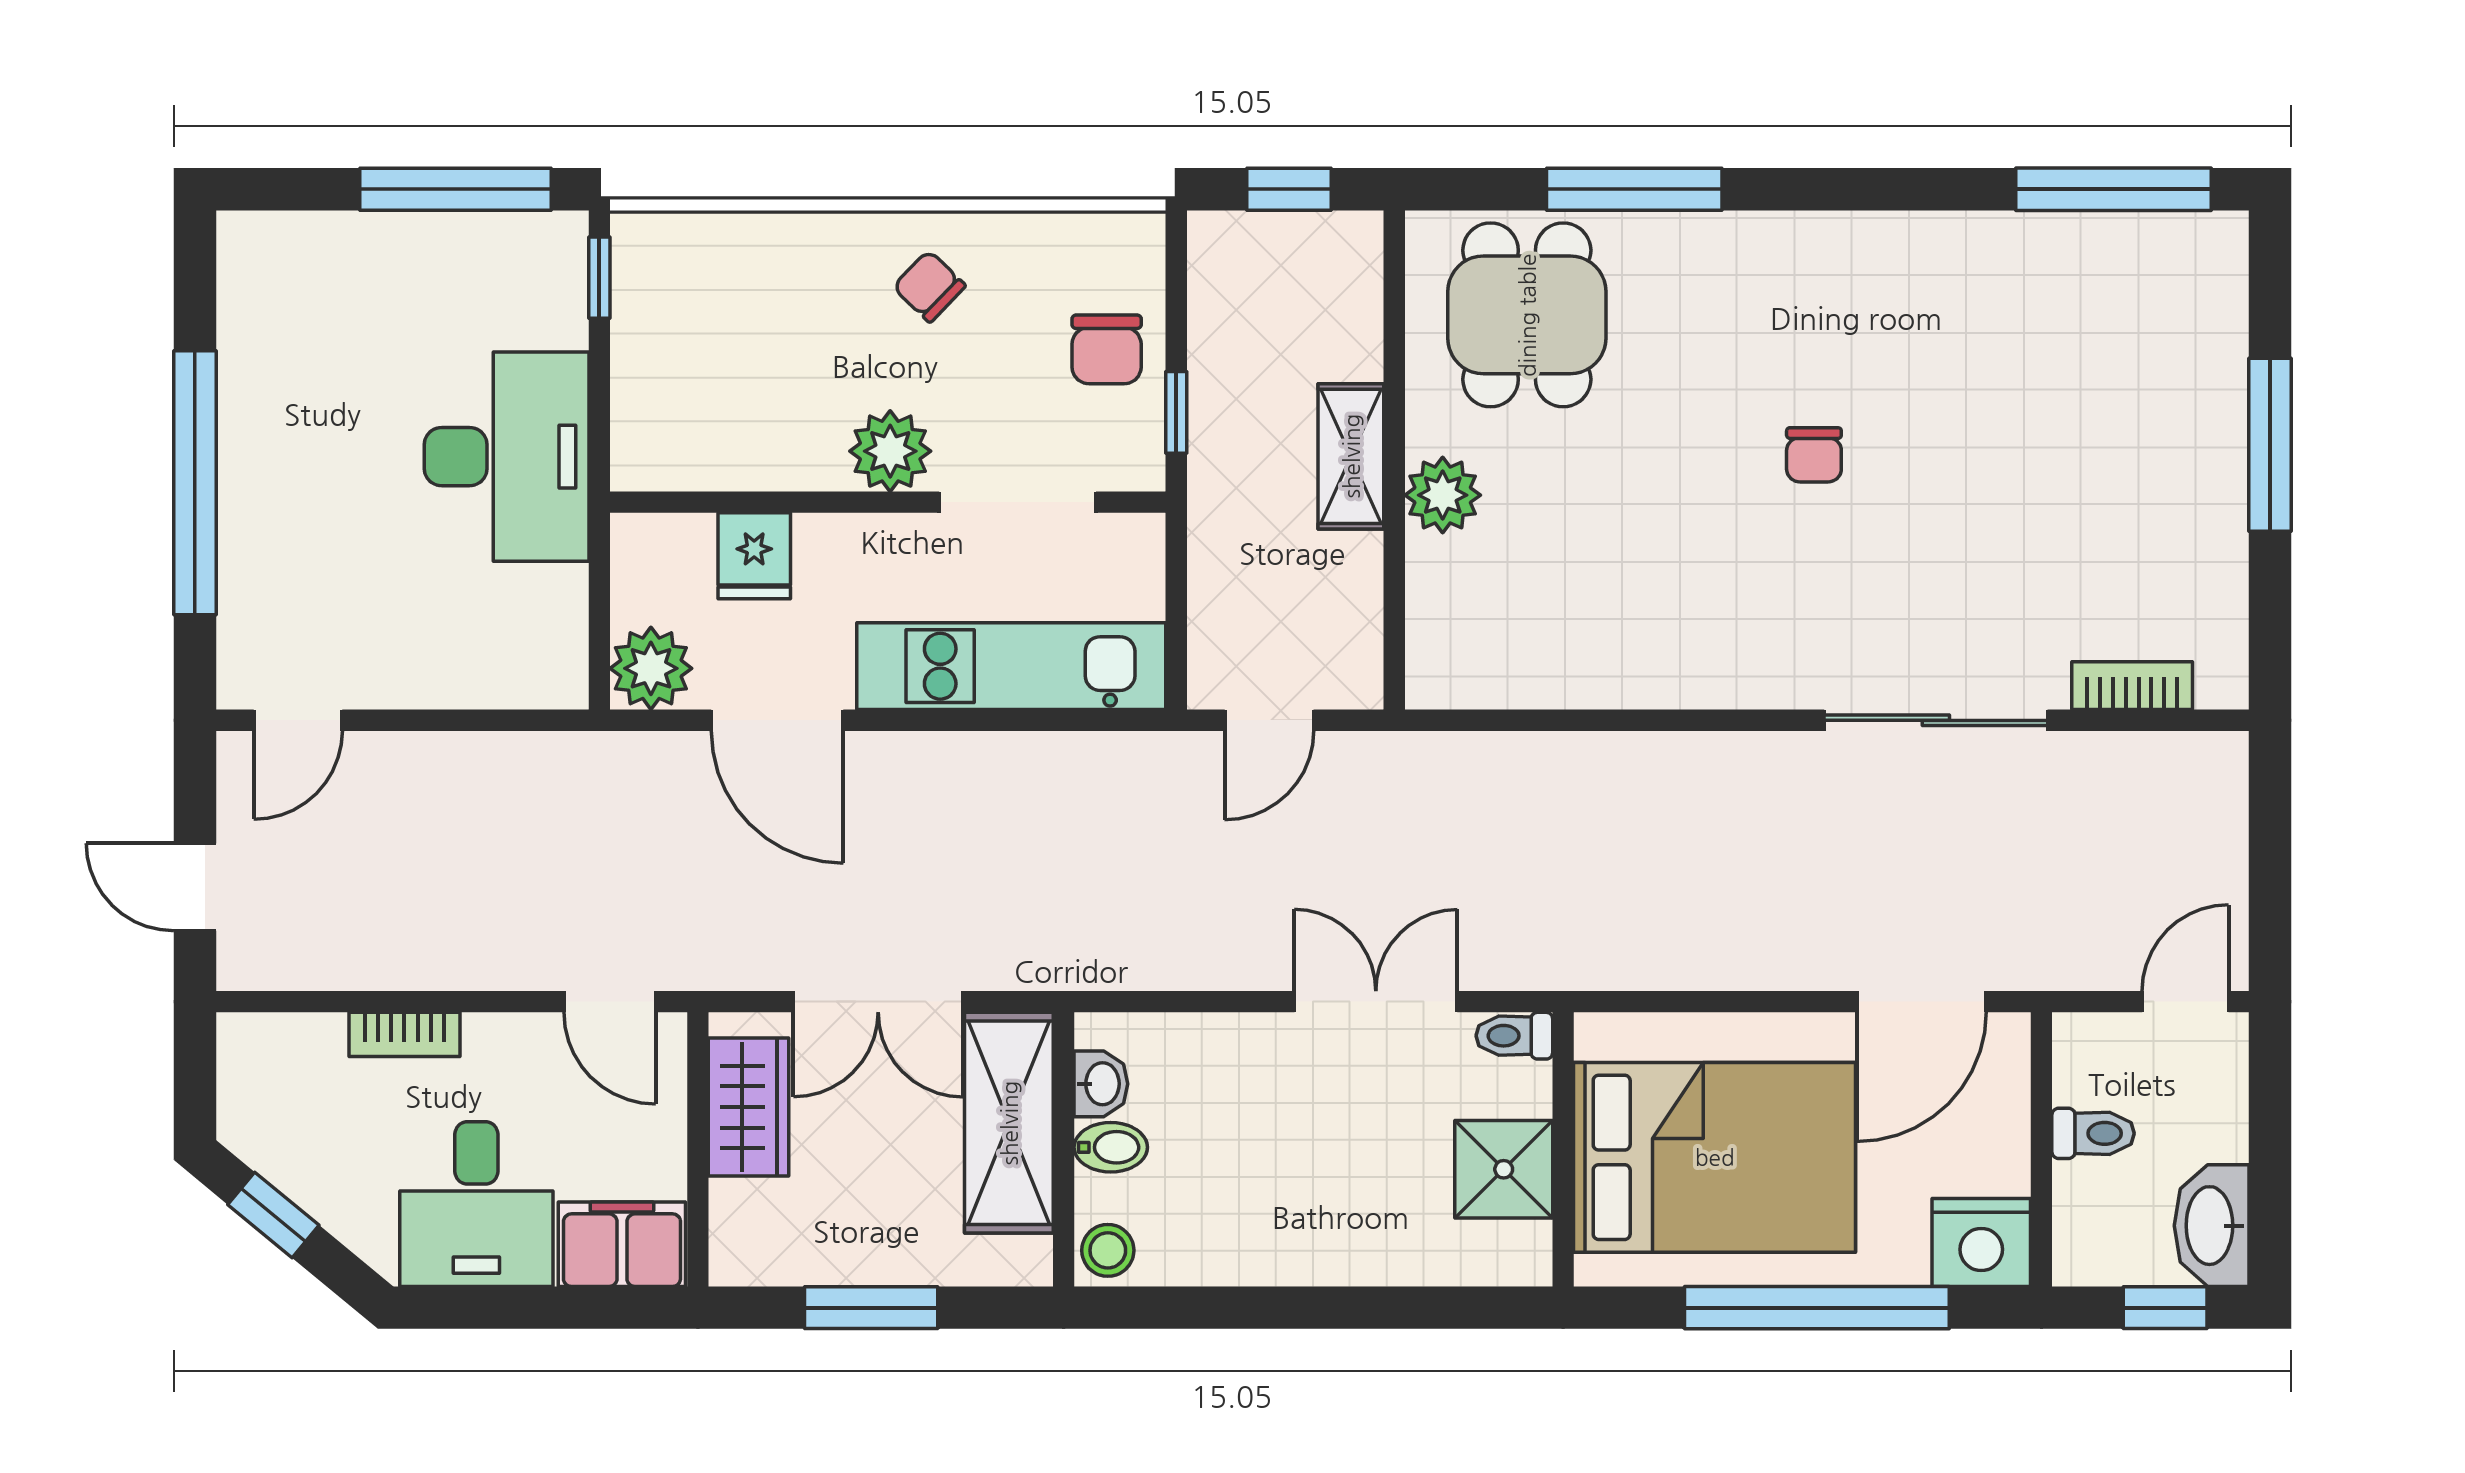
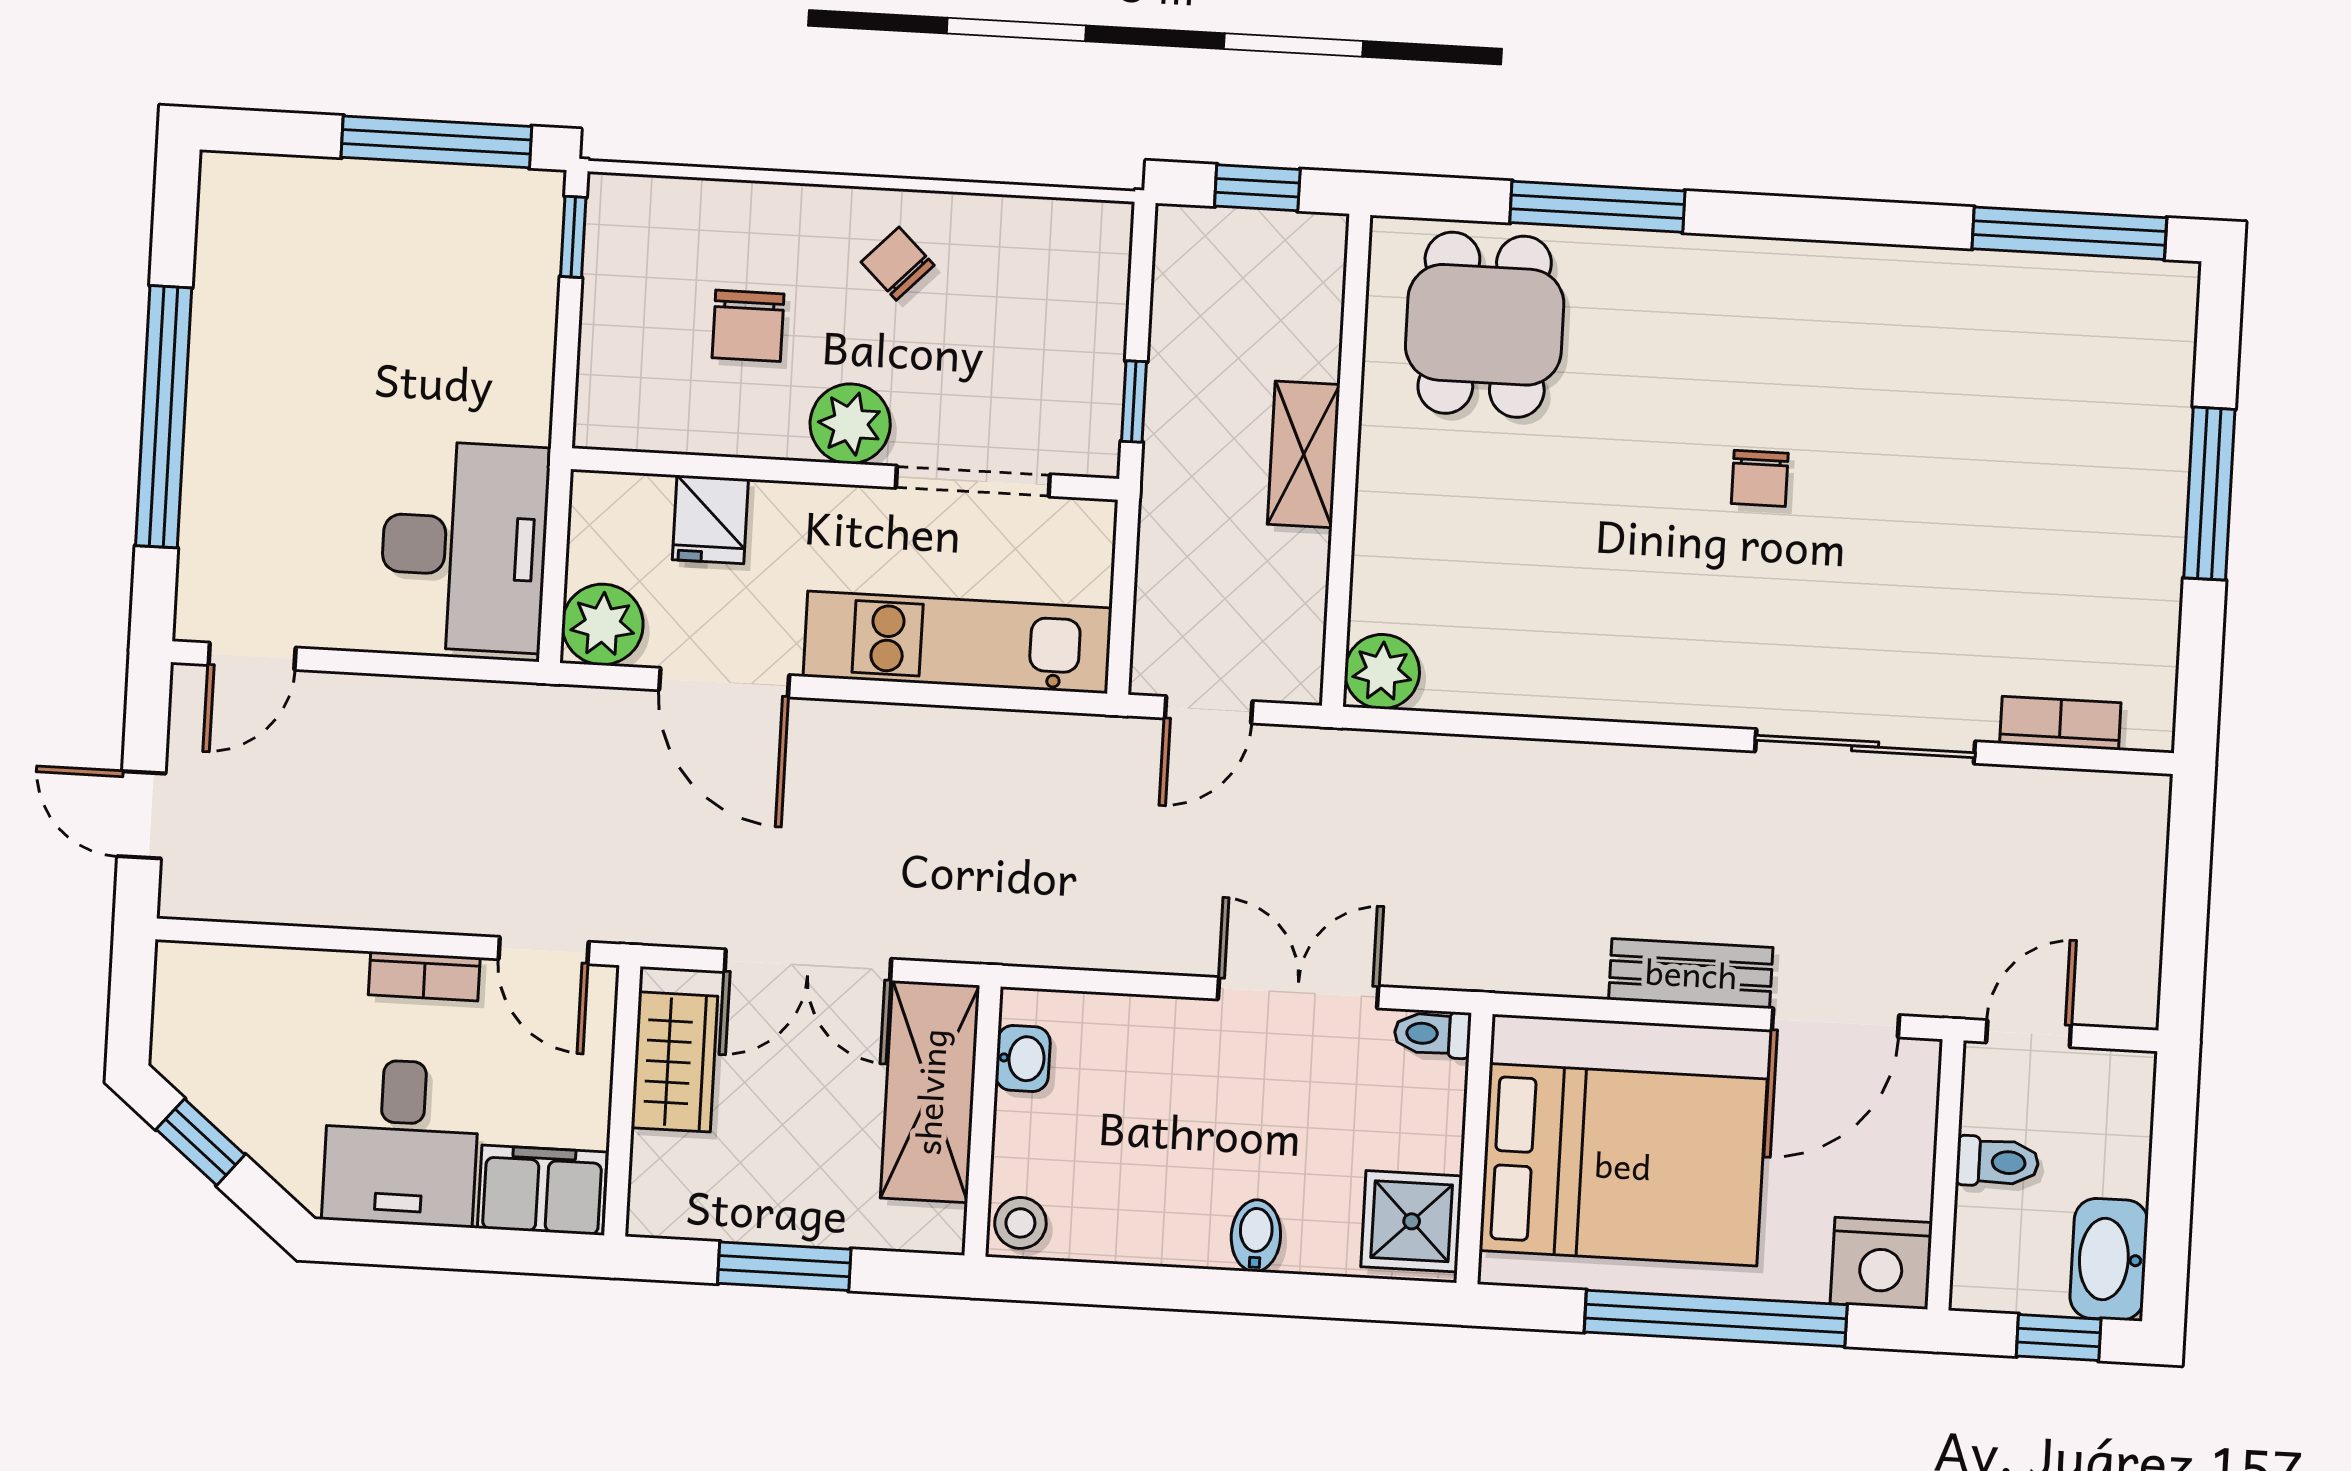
chair: (1107, 349) -> (748, 326), moved
desk: (507, 457) -> (464, 546), moved
plant: (1443, 495) -> (1382, 672), moved
bench: (1772, 960) -> (1691, 973), added
door: (2185, 1002) -> (2029, 1034), moved
bookcase: (404, 1034) -> (424, 976), moved
bidet: (1111, 1147) -> (1256, 1236), moved, turned -90
shower: (1504, 1169) -> (1412, 1221), moved

